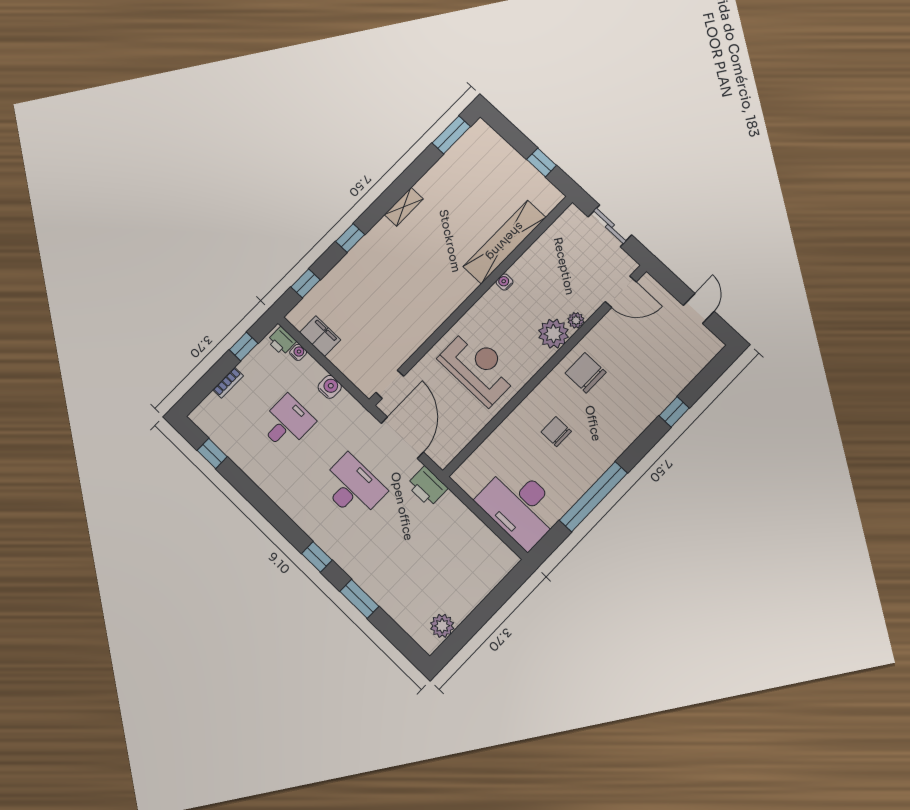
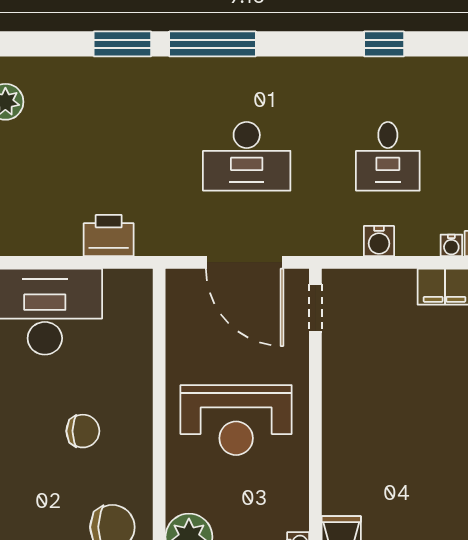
window: (212, 453) -> (384, 44), moved
printer: (427, 487) -> (109, 236), moved
window: (317, 557) -> (213, 44), width x2.17

